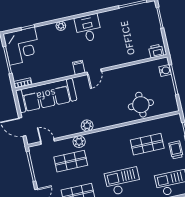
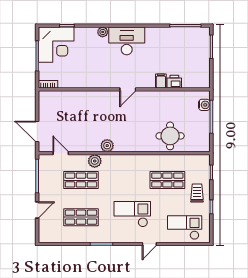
desk: (88, 28) -> (127, 41), width x1.37
printer: (156, 51) -> (174, 82), moved
filing cabinet: (79, 67) -> (161, 81), moved
sofa: (46, 95) -> (70, 103), removed

